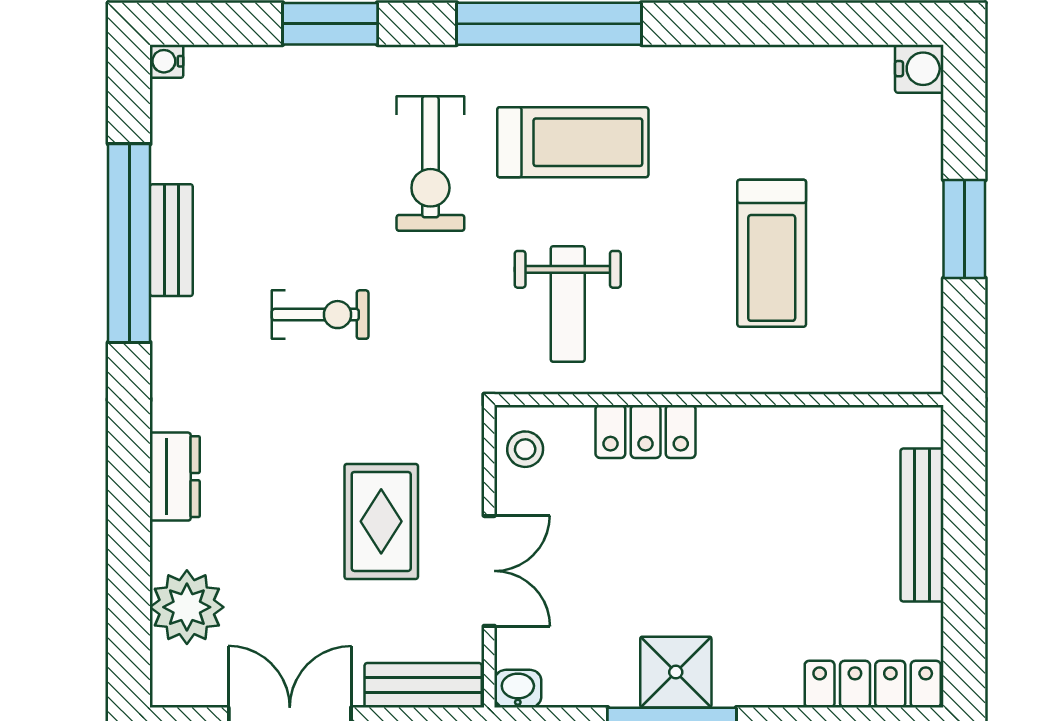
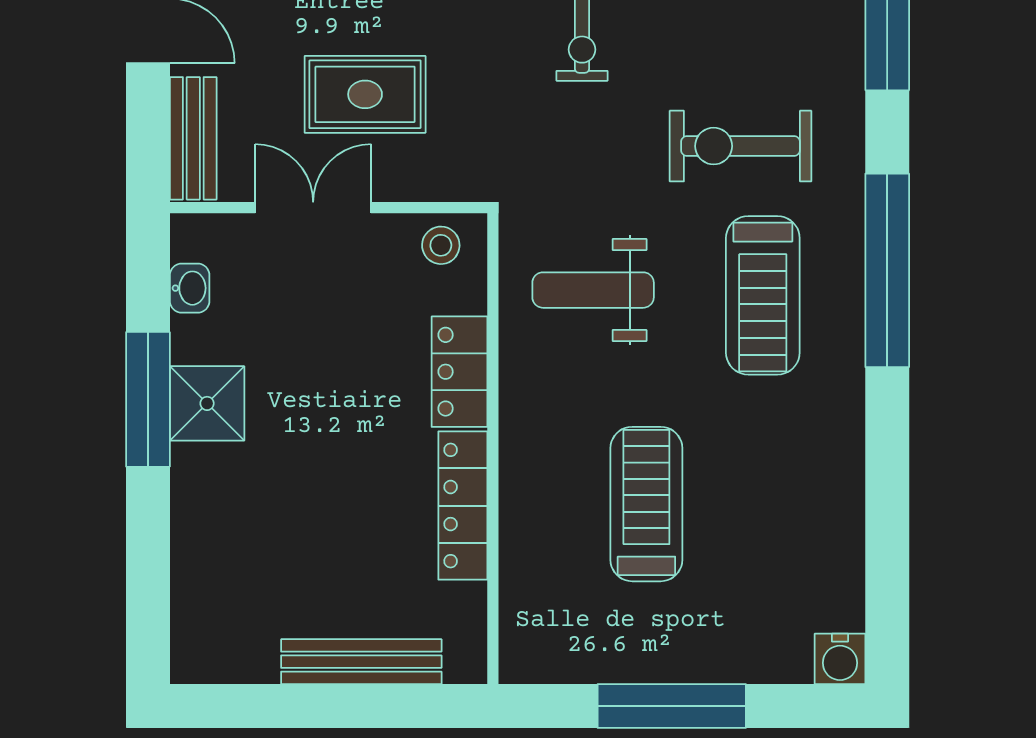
window: (964, 229) -> (672, 706), width x1.44
treadmill: (772, 253) -> (646, 504), turned 90
double door: (489, 571) -> (313, 208), swing flipped
locker: (873, 684) -> (463, 506), moved, turned 180
washbasin: (518, 689) -> (190, 288), moved

